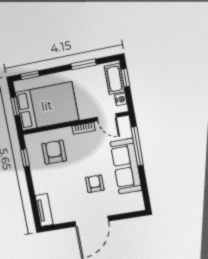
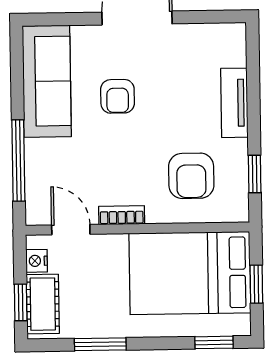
sofa: (126, 166) -> (47, 81), moved
tv unit: (44, 210) -> (234, 103), moved

